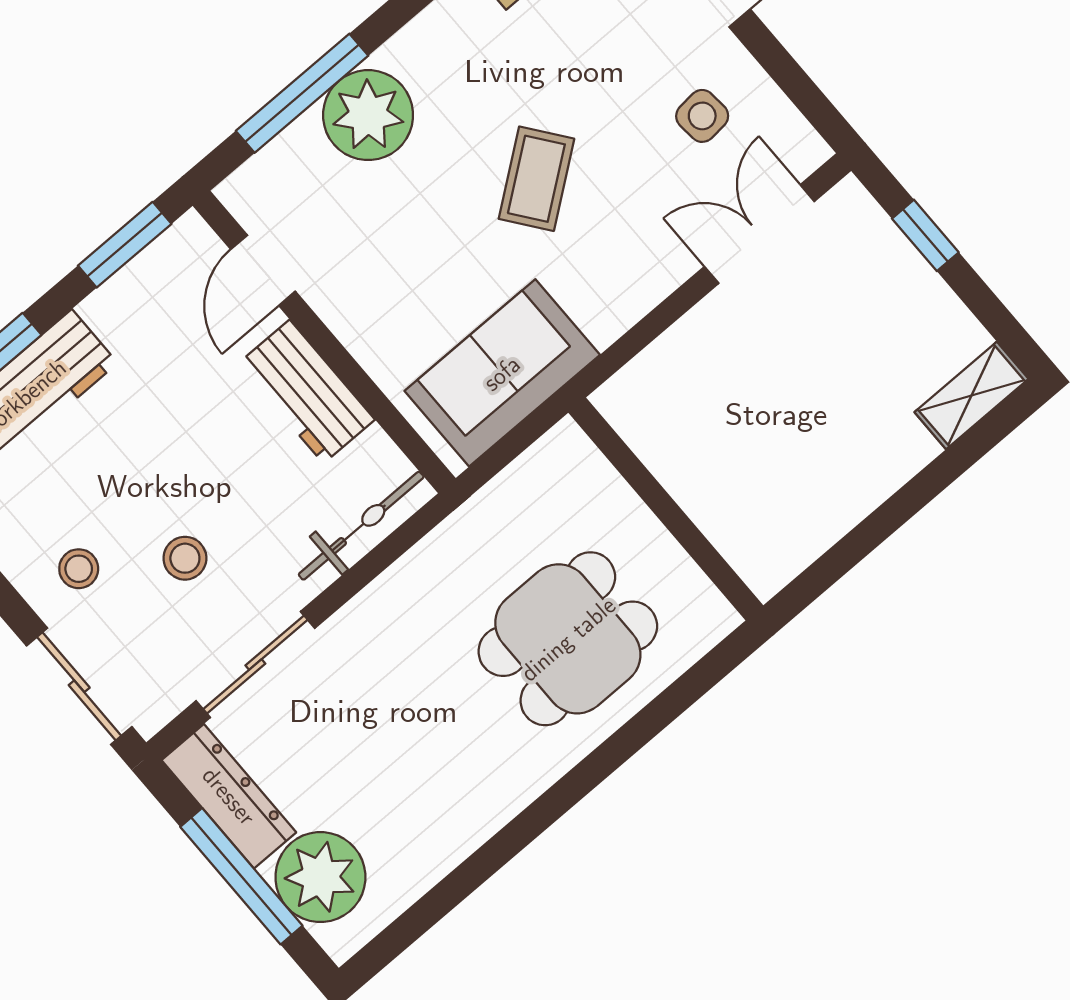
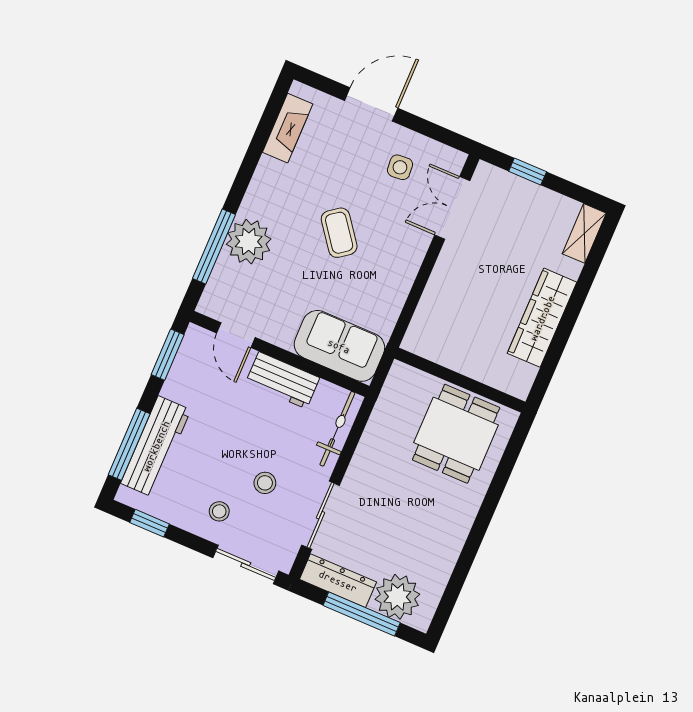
sofa: (502, 373) -> (339, 346), moved, turned 90
wardrobe: (823, 508) -> (542, 318), added
wall: (666, 509) -> (460, 380), moved

